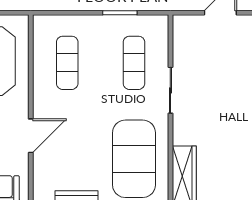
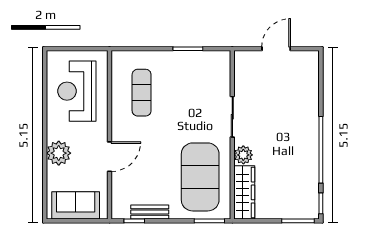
exercise mat: (134, 63) -> (200, 93), removed
plant: (183, 134) -> (243, 155), added

